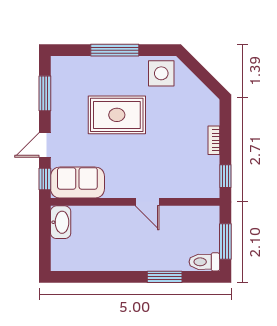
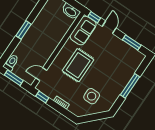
side table: (161, 73) -> (92, 96), moved
rug: (117, 115) -> (78, 65), moved
door: (147, 202) -> (41, 74), moved
window: (165, 277) -> (24, 30), moved

